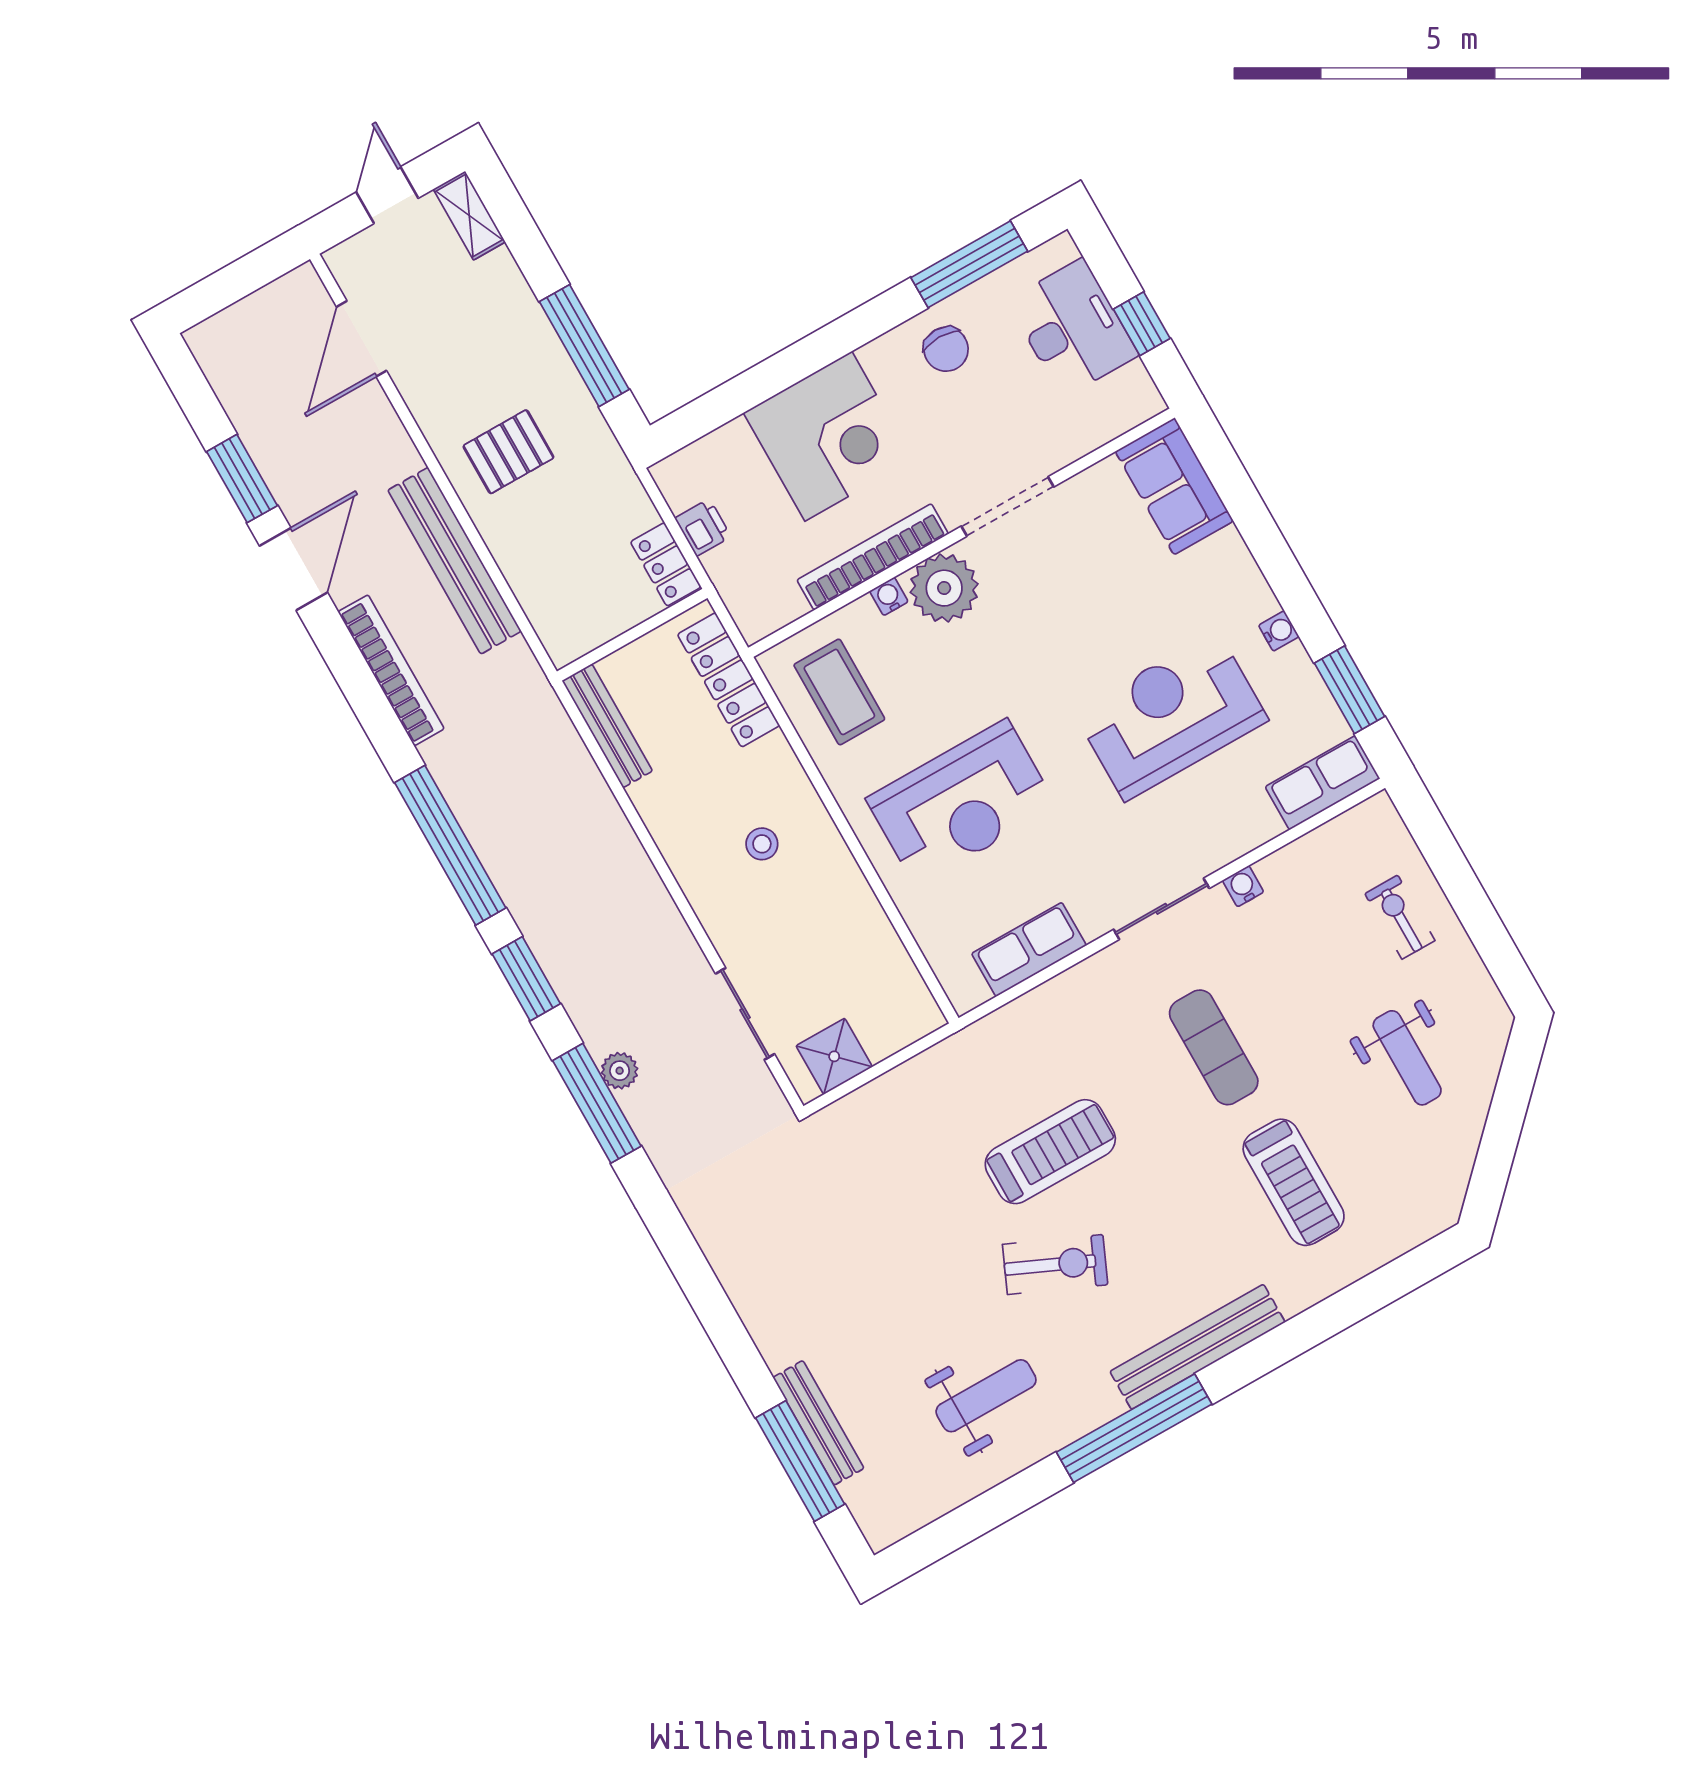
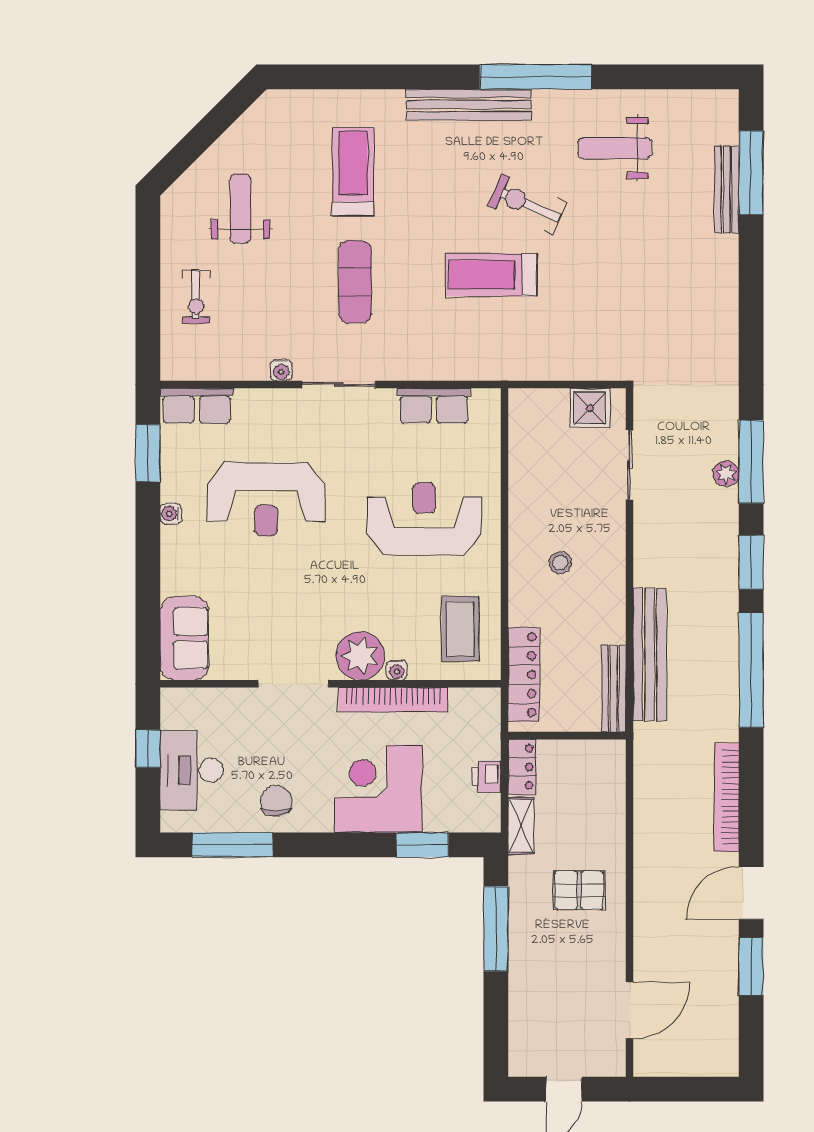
shelving: (469, 216) -> (521, 826), moved
window: (734, 398) -> (422, 845), added
bench: (455, 561) -> (650, 654), moved

